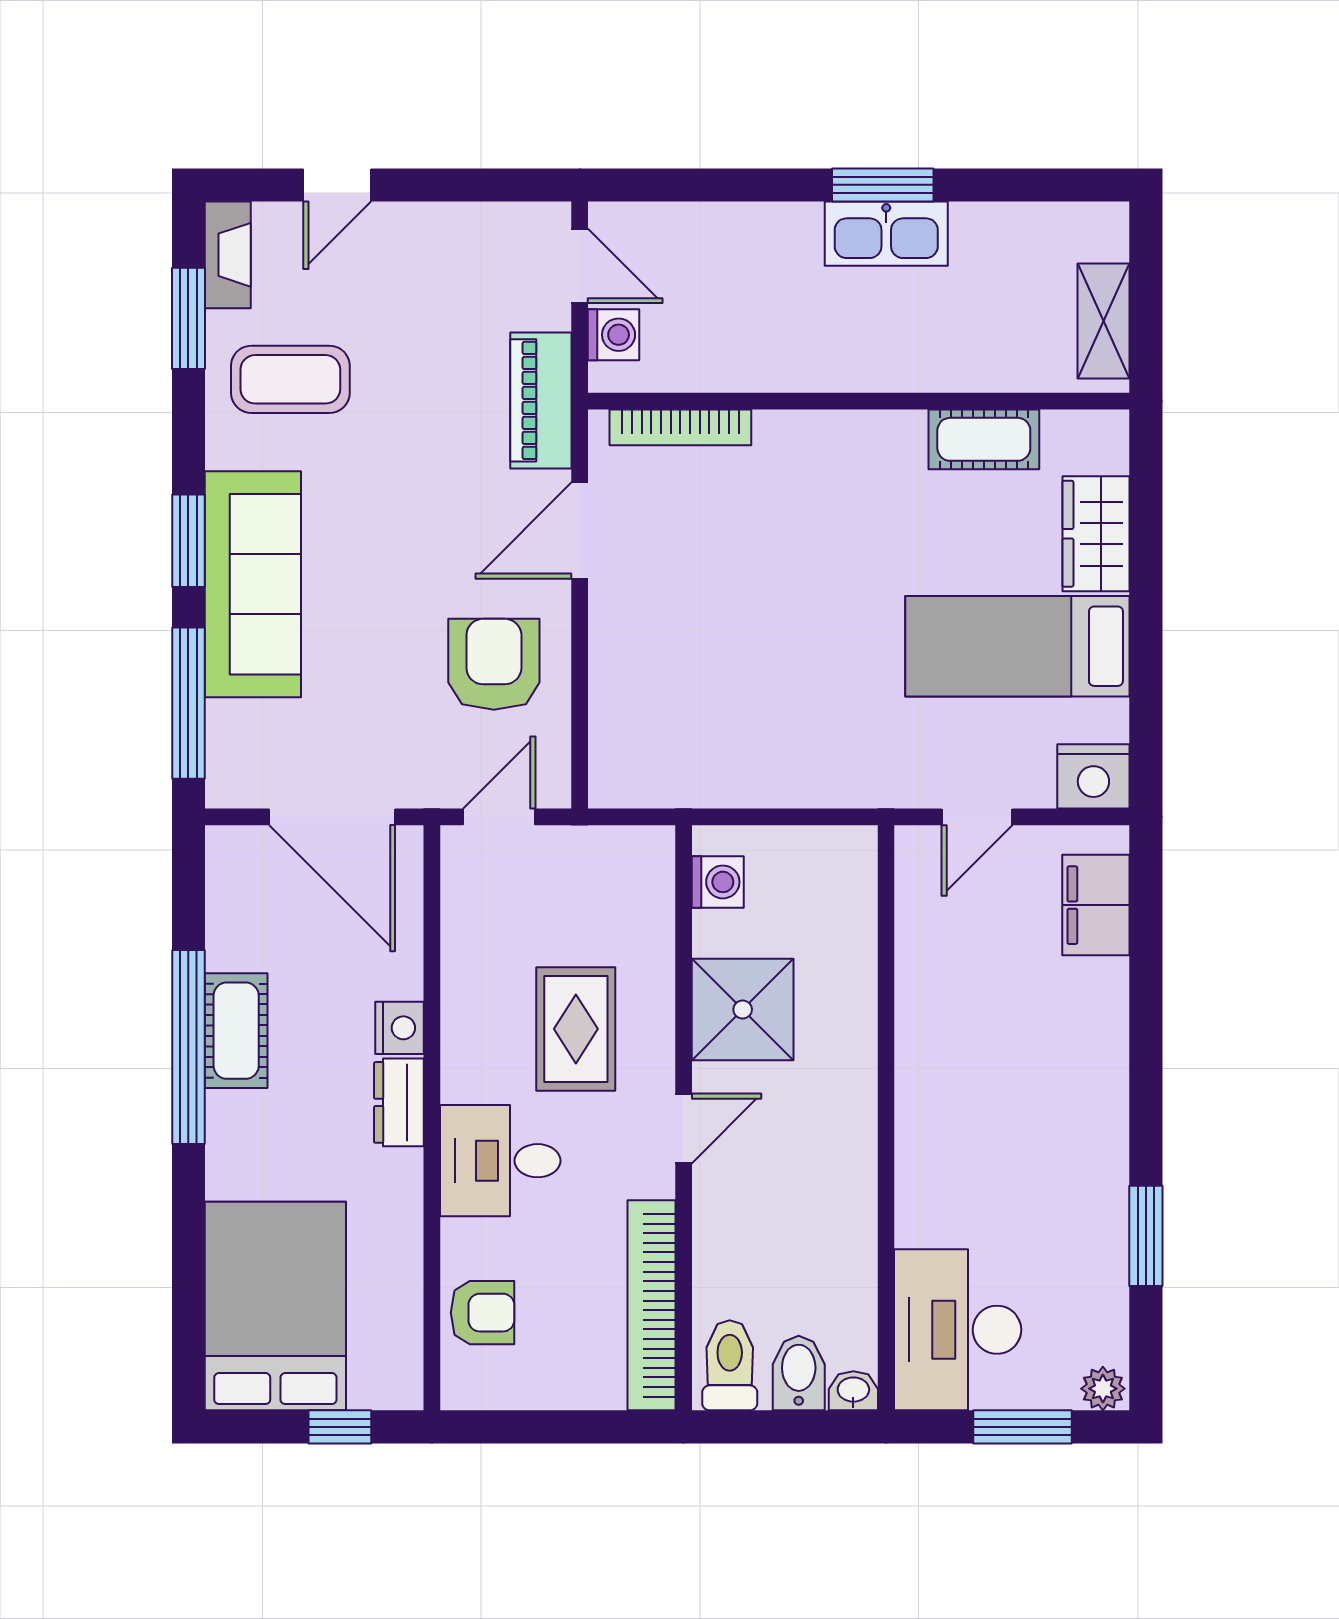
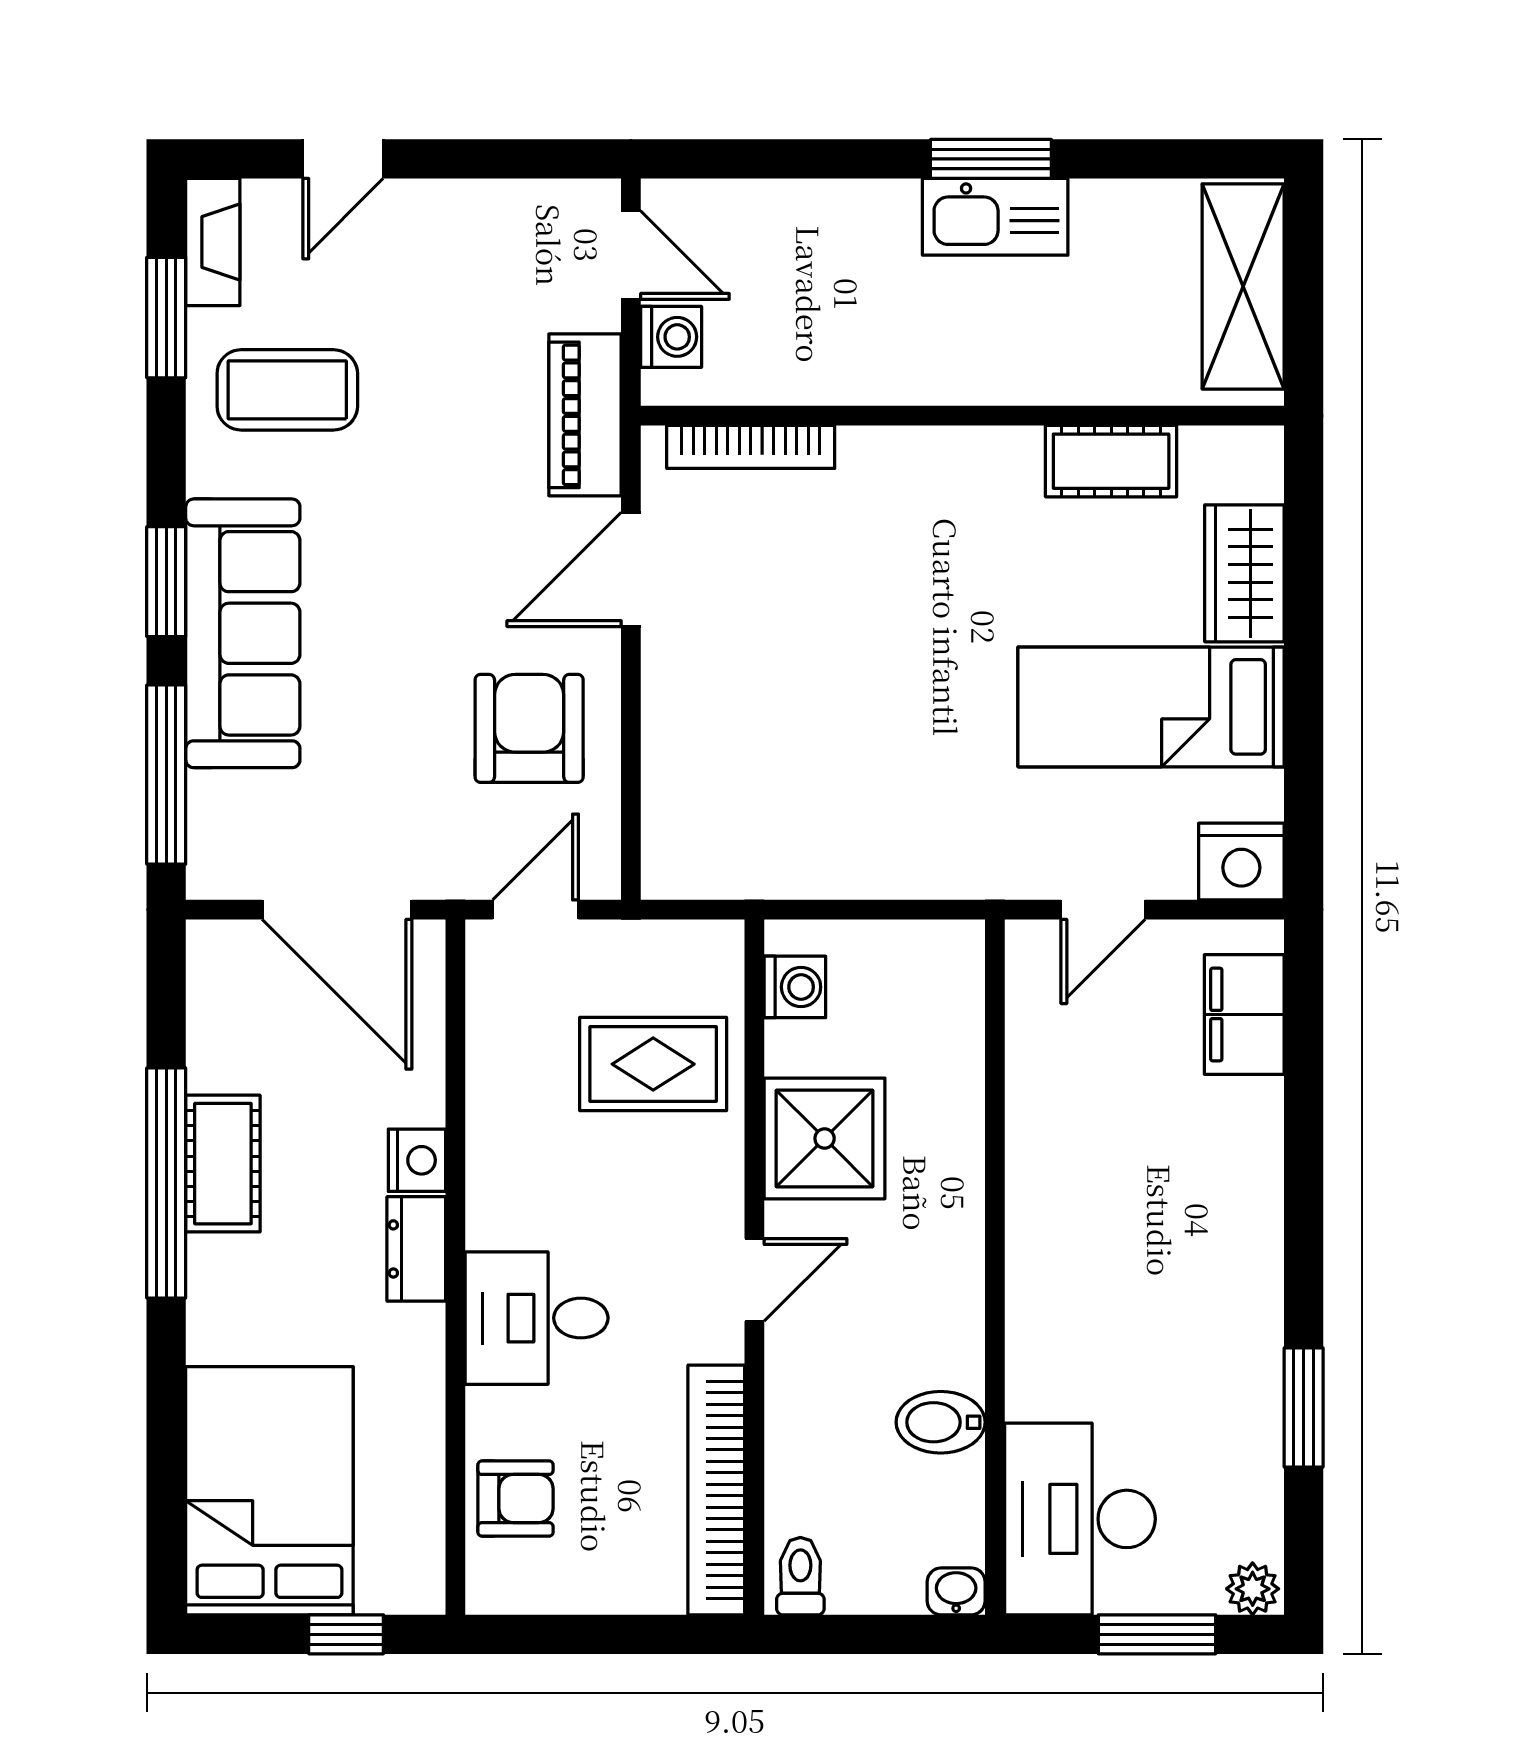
shelving: (1104, 321) -> (1243, 286), width x1.50, depth x1.33
rug: (576, 1029) -> (653, 1064), moved, turned 90
toilet: (730, 1365) -> (800, 1576), width x0.73, depth x0.72
bidet: (799, 1373) -> (941, 1422), moved, turned -90

